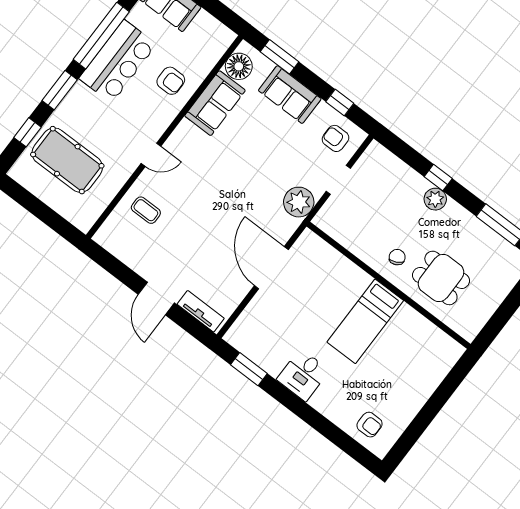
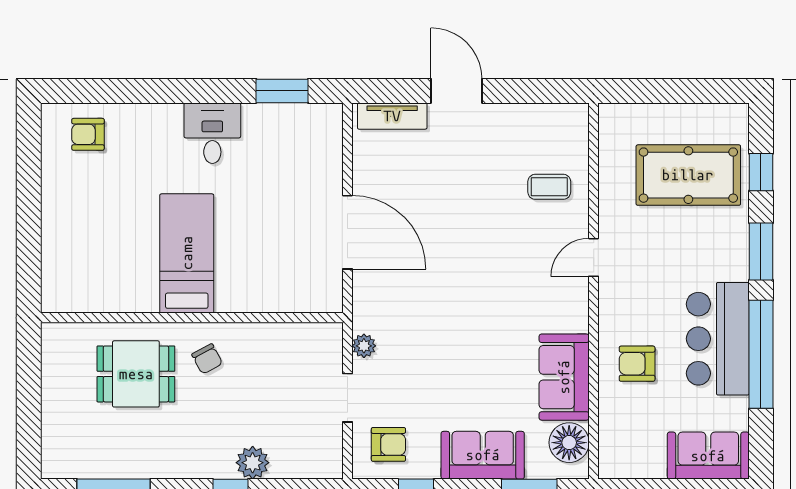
plant: (435, 199) -> (253, 463), moved
plant: (299, 202) -> (364, 346), width x0.53, depth x0.53

